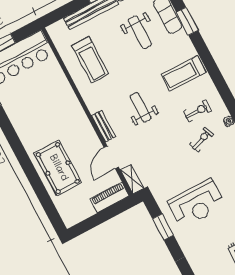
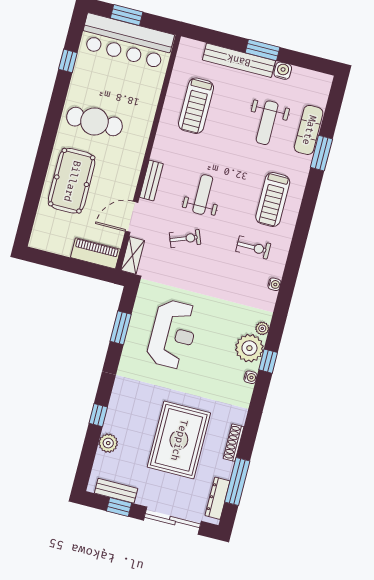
treadmill: (183, 73) -> (273, 199), turned -90
cafe table: (40, 122) -> (94, 122), added
exercise bike: (201, 140) -> (185, 239), moved
reception desk: (197, 203) -> (173, 334), turned -90

